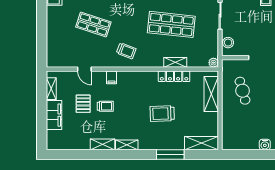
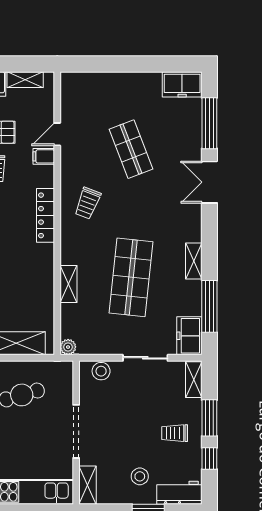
shop shelf: (93, 24) -> (131, 149), turned -39
locker: (174, 76) -> (45, 215), moved
filing cabinet: (111, 77) -> (44, 156), moved

